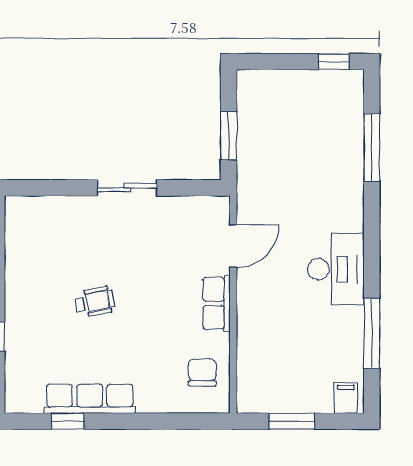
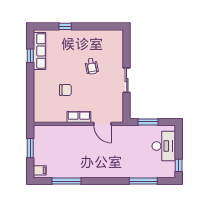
desk: (336, 269) -> (164, 146), moved, turned -90
wheelchair: (95, 302) -> (92, 66), moved
chair: (202, 372) -> (65, 90), moved
row of seats: (90, 399) -> (40, 51), moved

